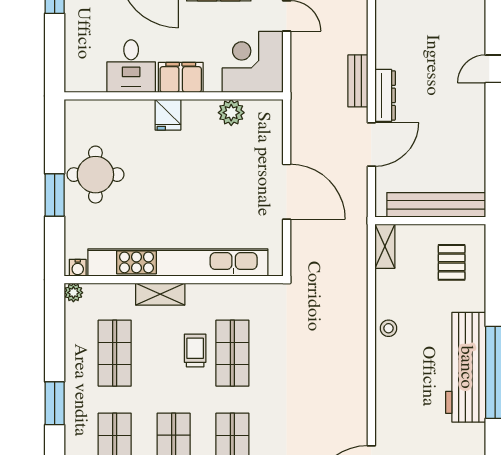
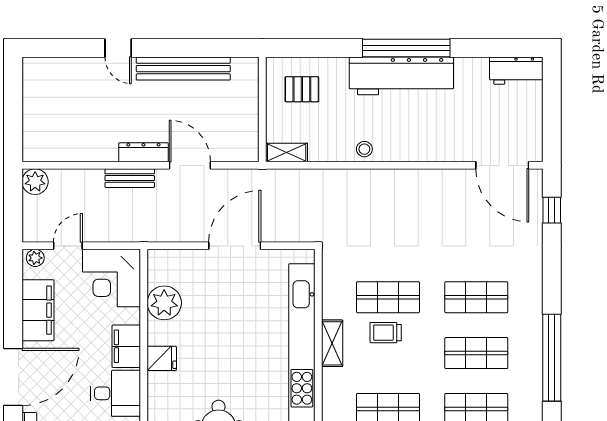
plant: (231, 113) -> (164, 303), width x1.36, depth x1.36
bench: (436, 205) -> (183, 69), moved, turned 90
shelving: (160, 294) -> (332, 343), moved

